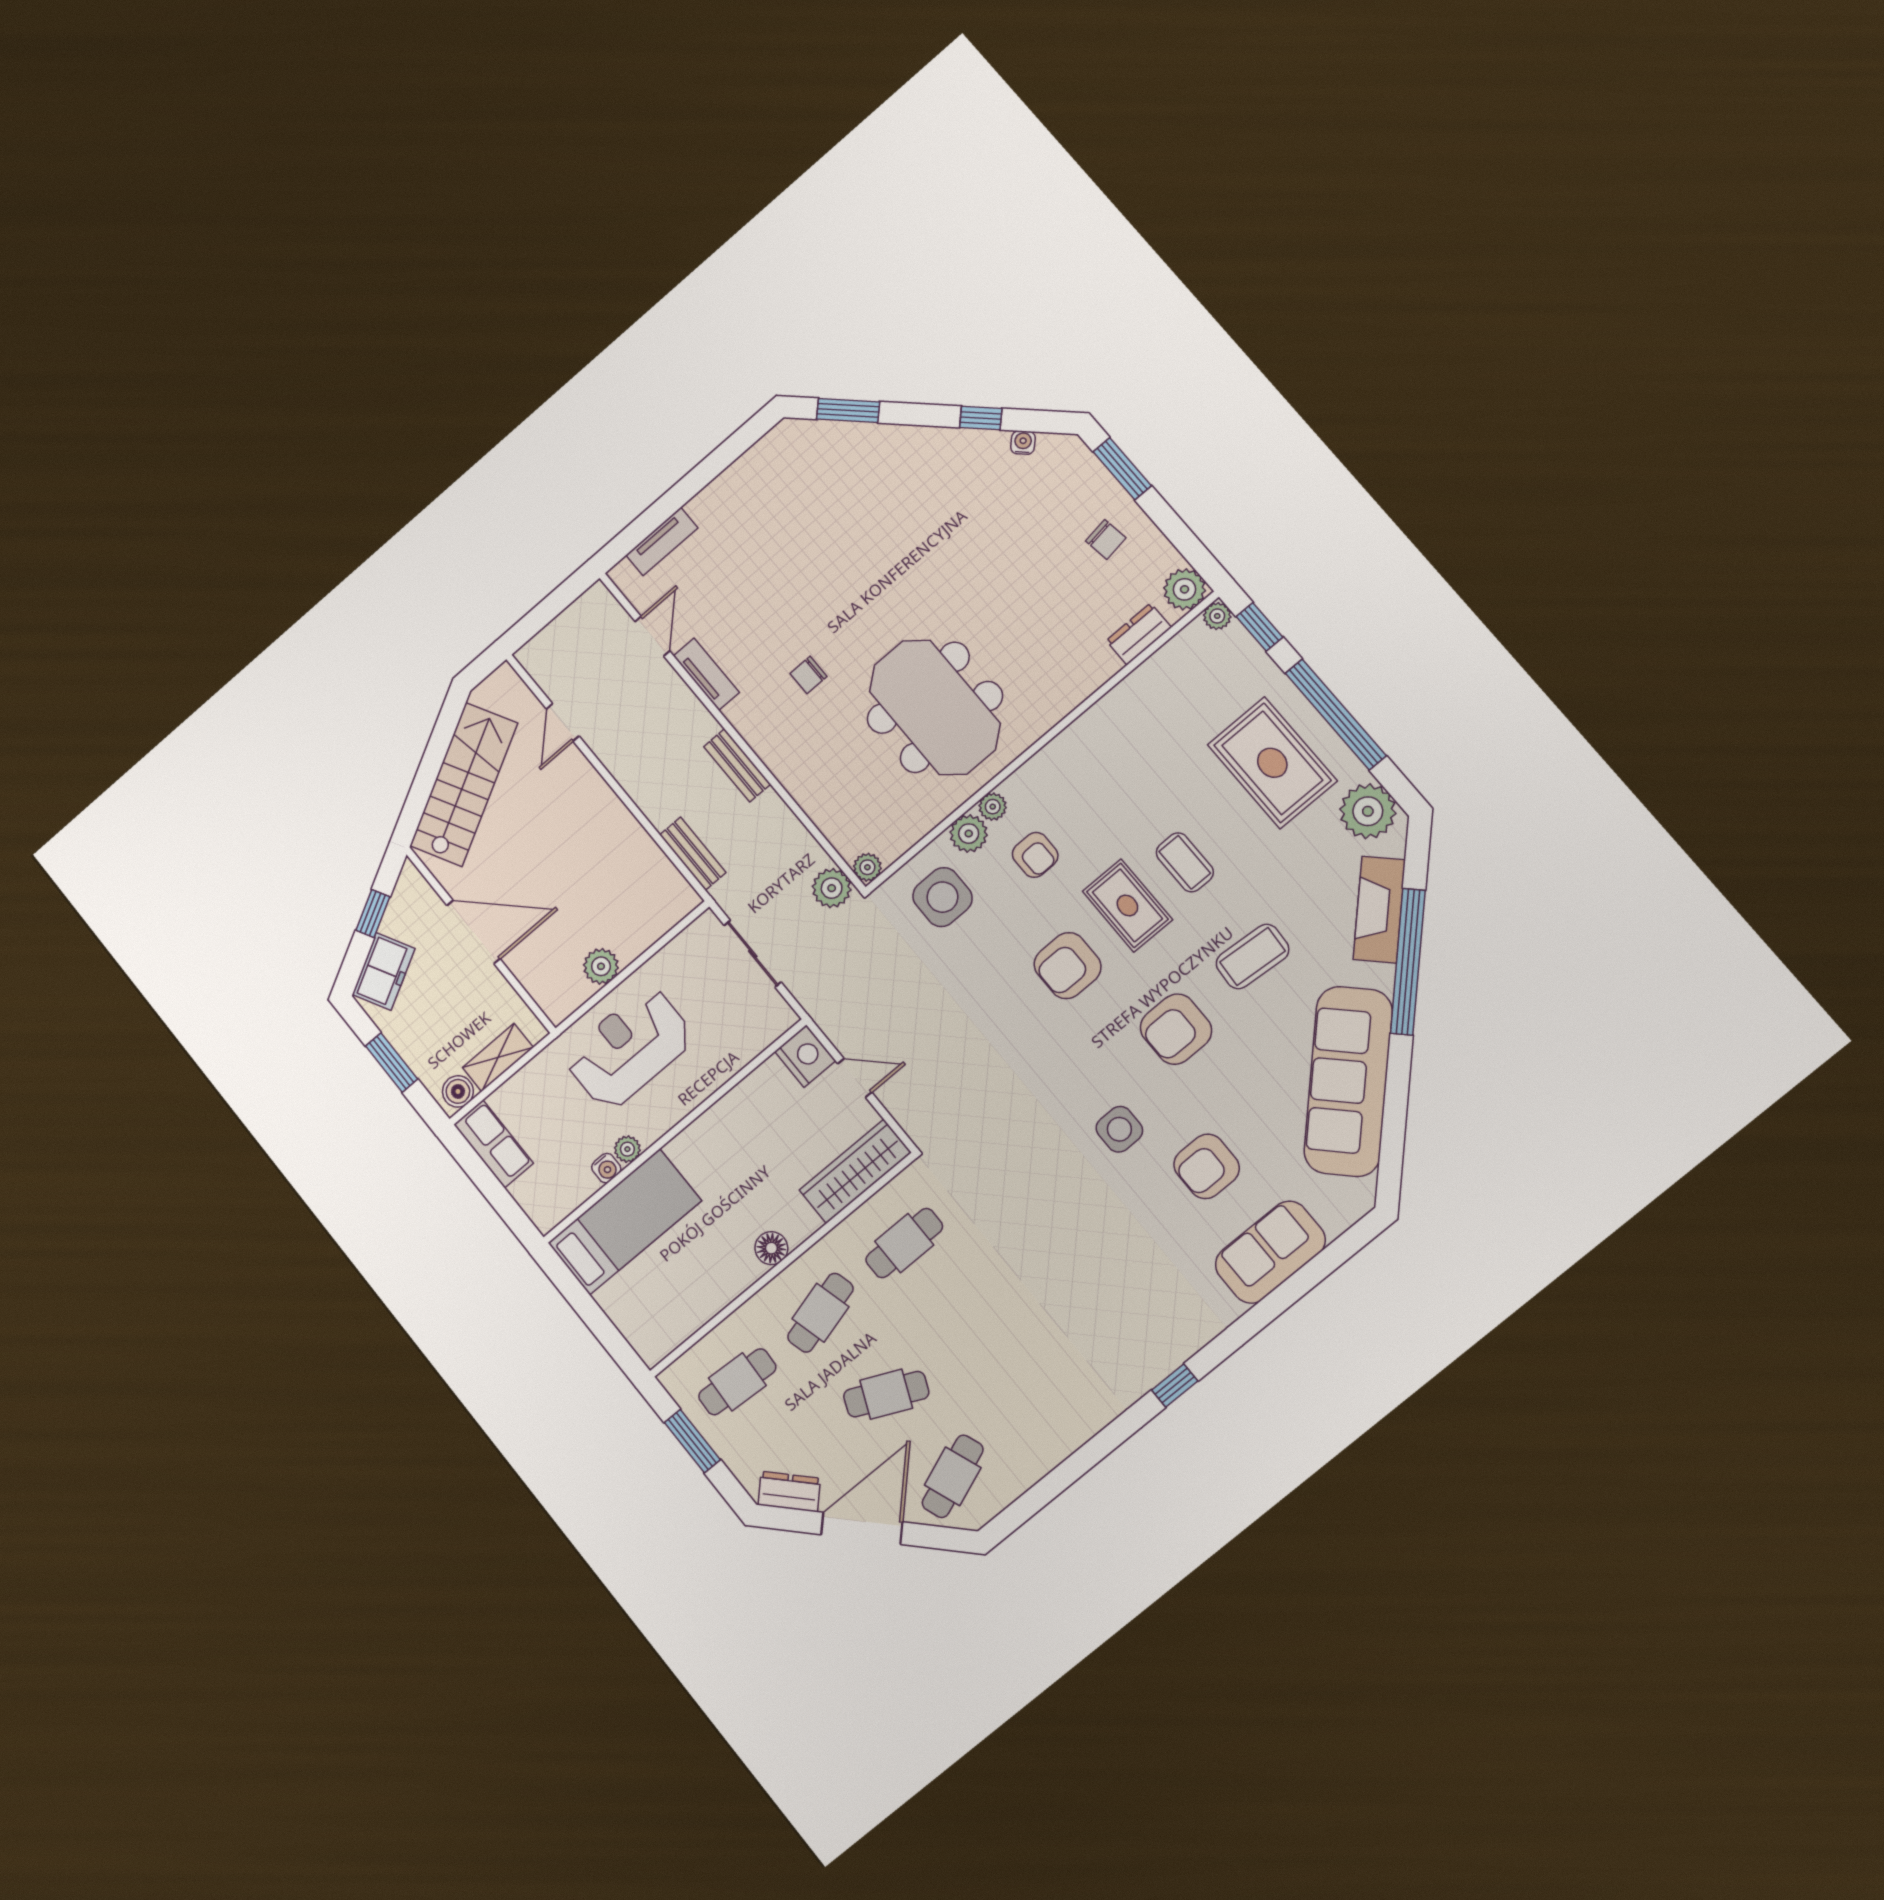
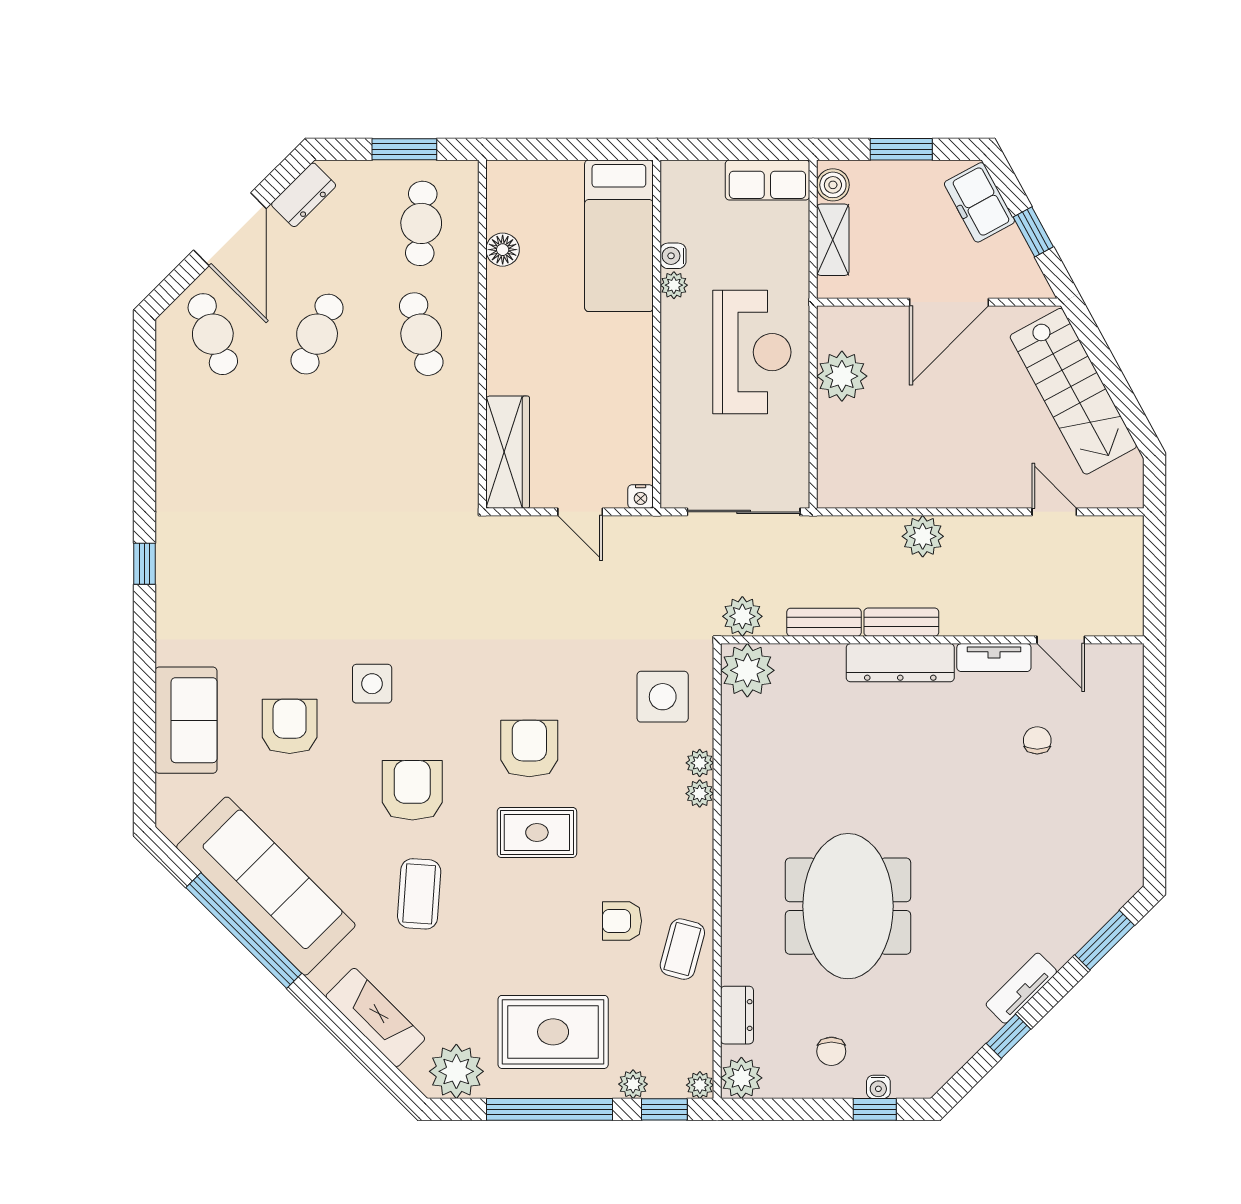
water cooler: (1023, 443) -> (878, 1087), moved, turned 45
window: (1122, 469) -> (875, 1109), width x0.67
chair: (1106, 539) -> (831, 1051), turned -82
tv unit: (662, 541) -> (1021, 988), moved, turned 45
plant: (1260, 667) -> (633, 1084), added
chair: (808, 675) -> (1037, 740), moved
meeting table: (935, 707) -> (848, 906), moved, turned 90
dresser: (768, 740) -> (900, 663), added
plant: (660, 804) -> (923, 536), added
plant: (969, 834) -> (700, 763), width x0.73, depth x0.73
bench: (693, 854) -> (824, 622), moved
armchair: (1035, 855) -> (622, 921), moved
coffee table: (1185, 862) -> (682, 949), moved, turned -75
plant: (867, 867) -> (747, 670), width x1.87, depth x1.87
sliding door: (753, 954) -> (744, 512), width x1.37
window: (1408, 962) -> (244, 931), moved
plant: (601, 966) -> (842, 376), width x1.36, depth x1.36
nightstand: (805, 1056) -> (641, 497), width x0.53, depth x0.56
door: (855, 1078) -> (580, 512), hinge flipped
cafe table: (904, 1243) -> (421, 445), removed
floor lamp: (771, 1248) -> (503, 250), moved

